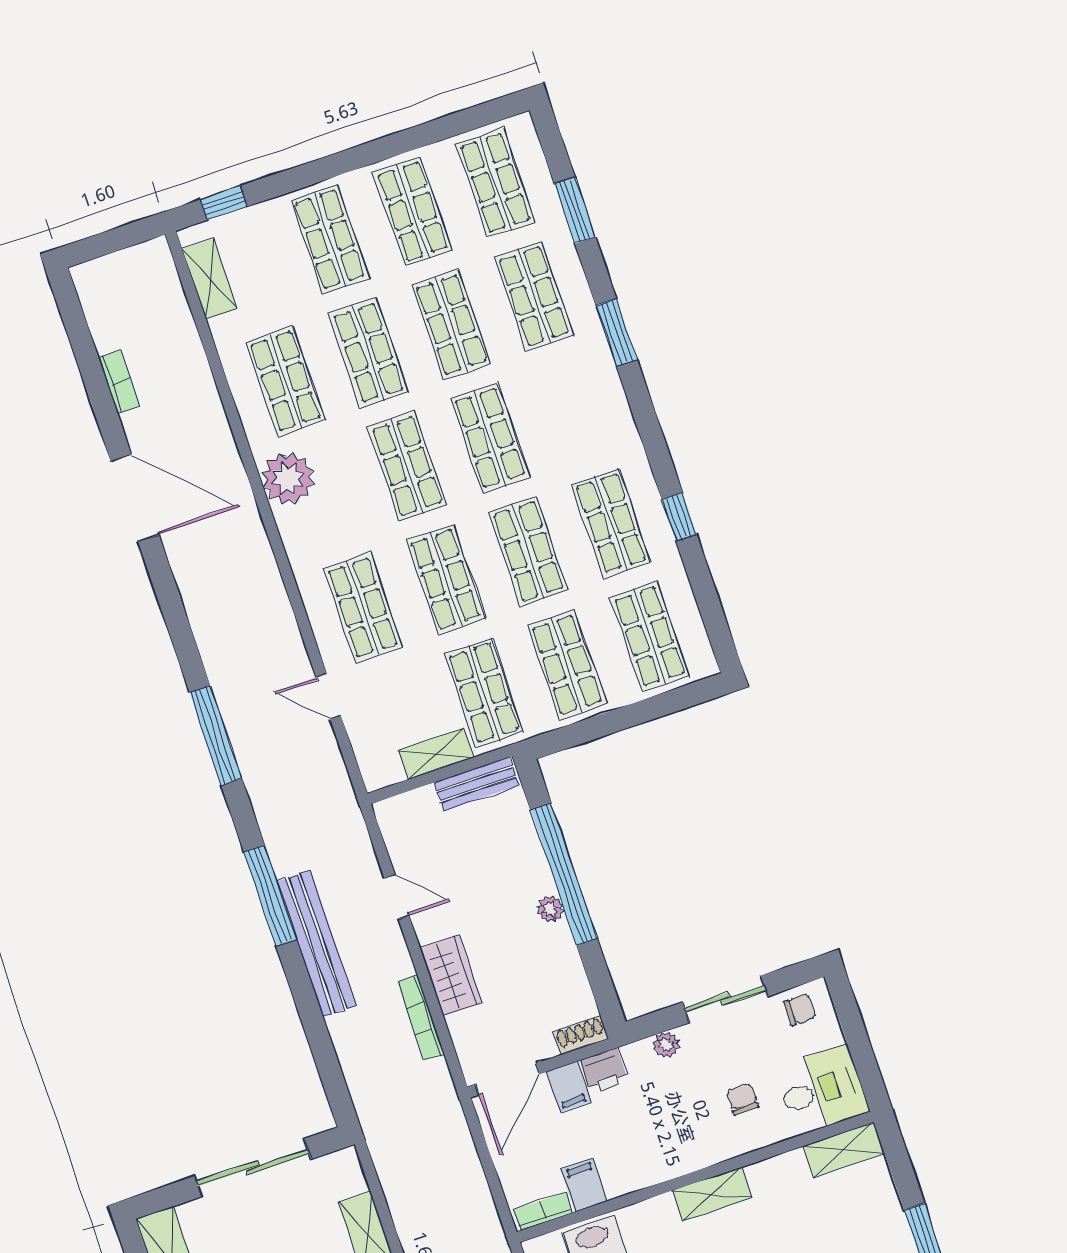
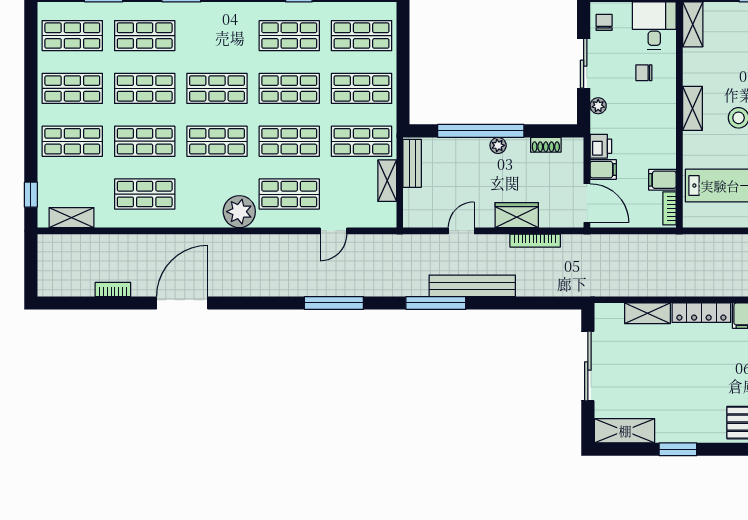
plant: (288, 478) -> (239, 212), moved
shoe rack: (581, 1035) -> (546, 145), moved, turned -90

